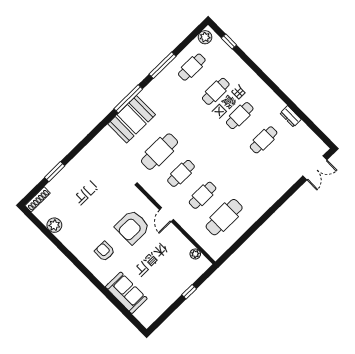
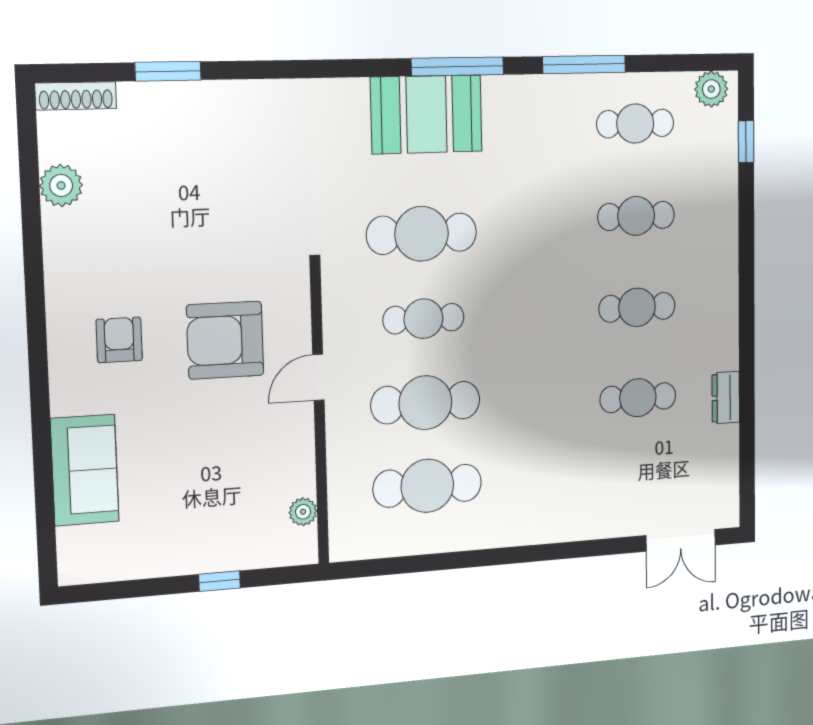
cafe table: (203, 195) -> (425, 403), width x1.37, depth x1.35

